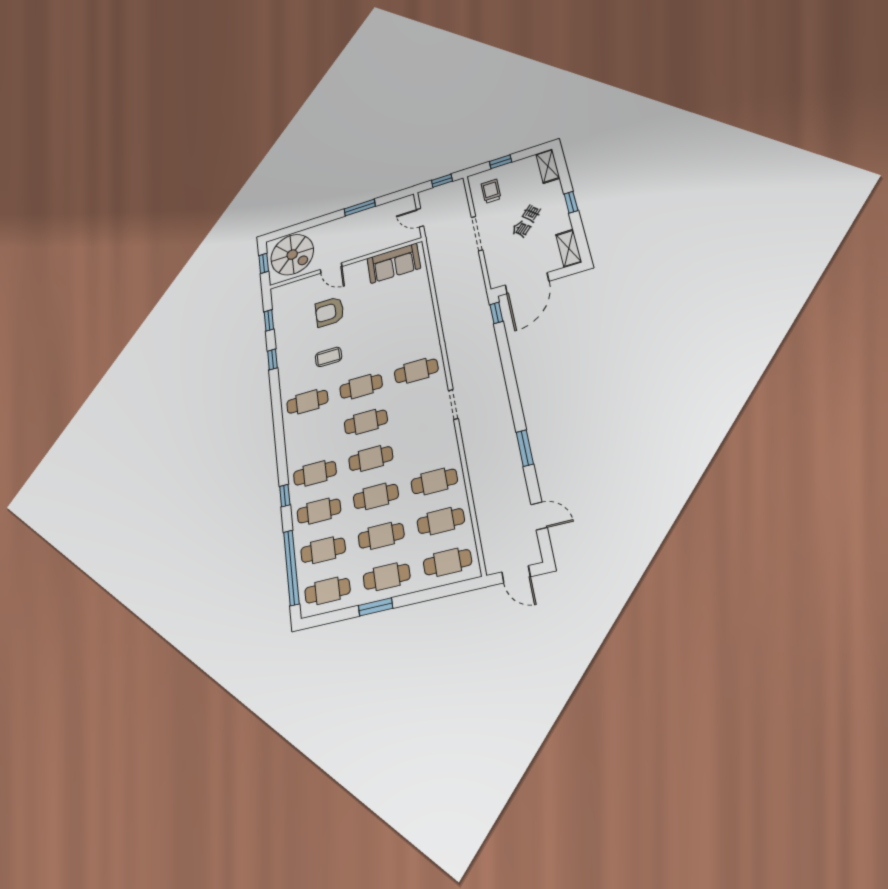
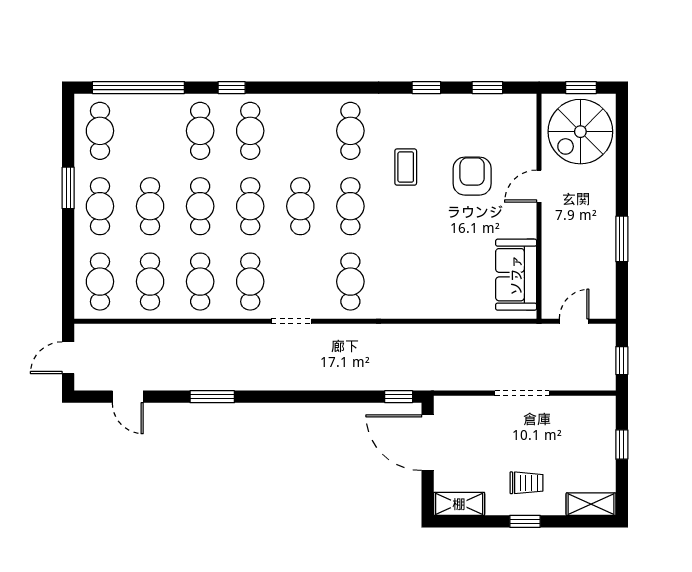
trolley: (491, 191) -> (526, 483), moved
door: (539, 516) -> (128, 397), hinge flipped
cafe table: (323, 550) -> (250, 282), moved

